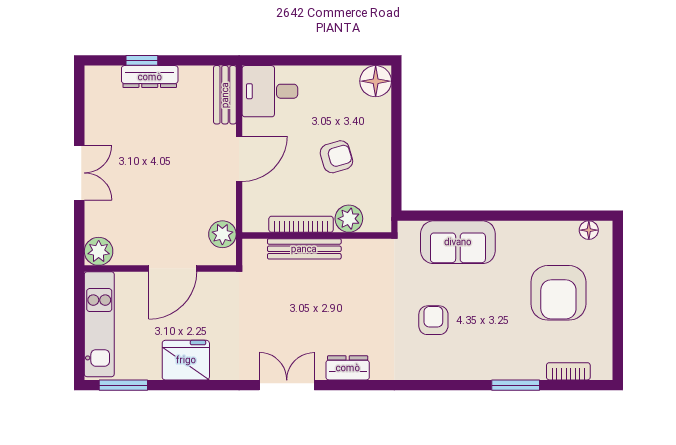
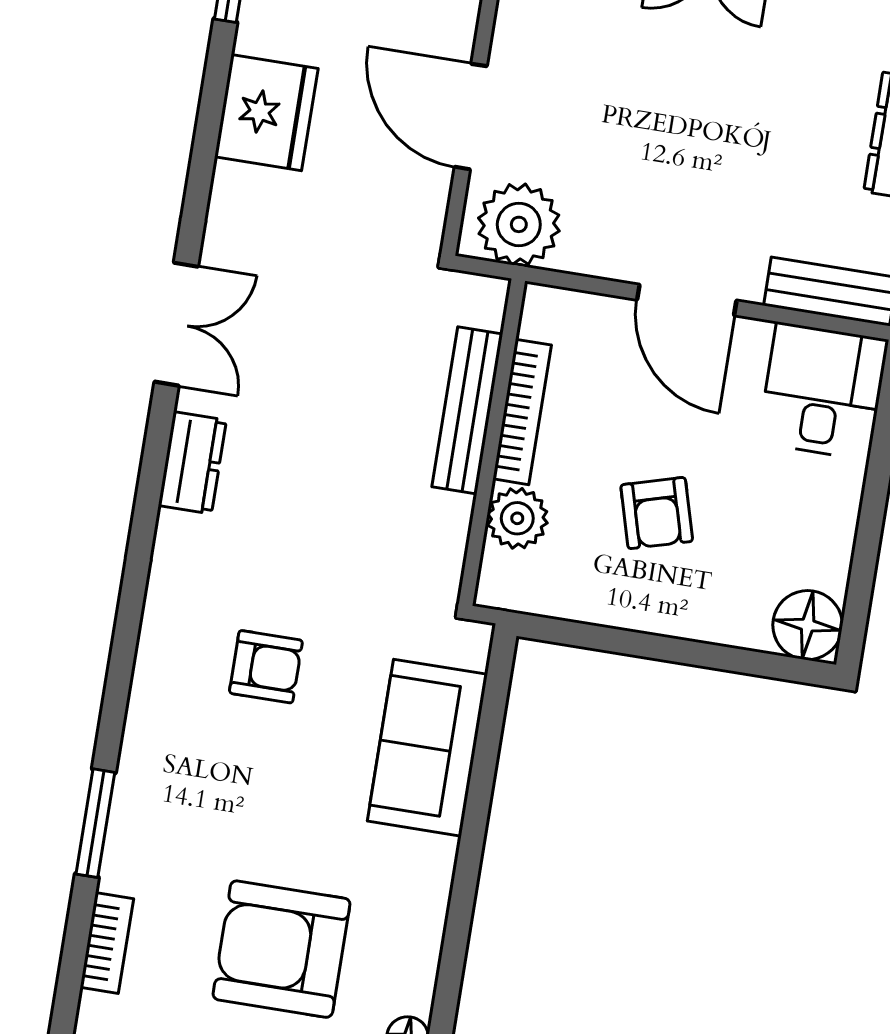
plant: (222, 234) -> (519, 224), width x1.36, depth x1.36

